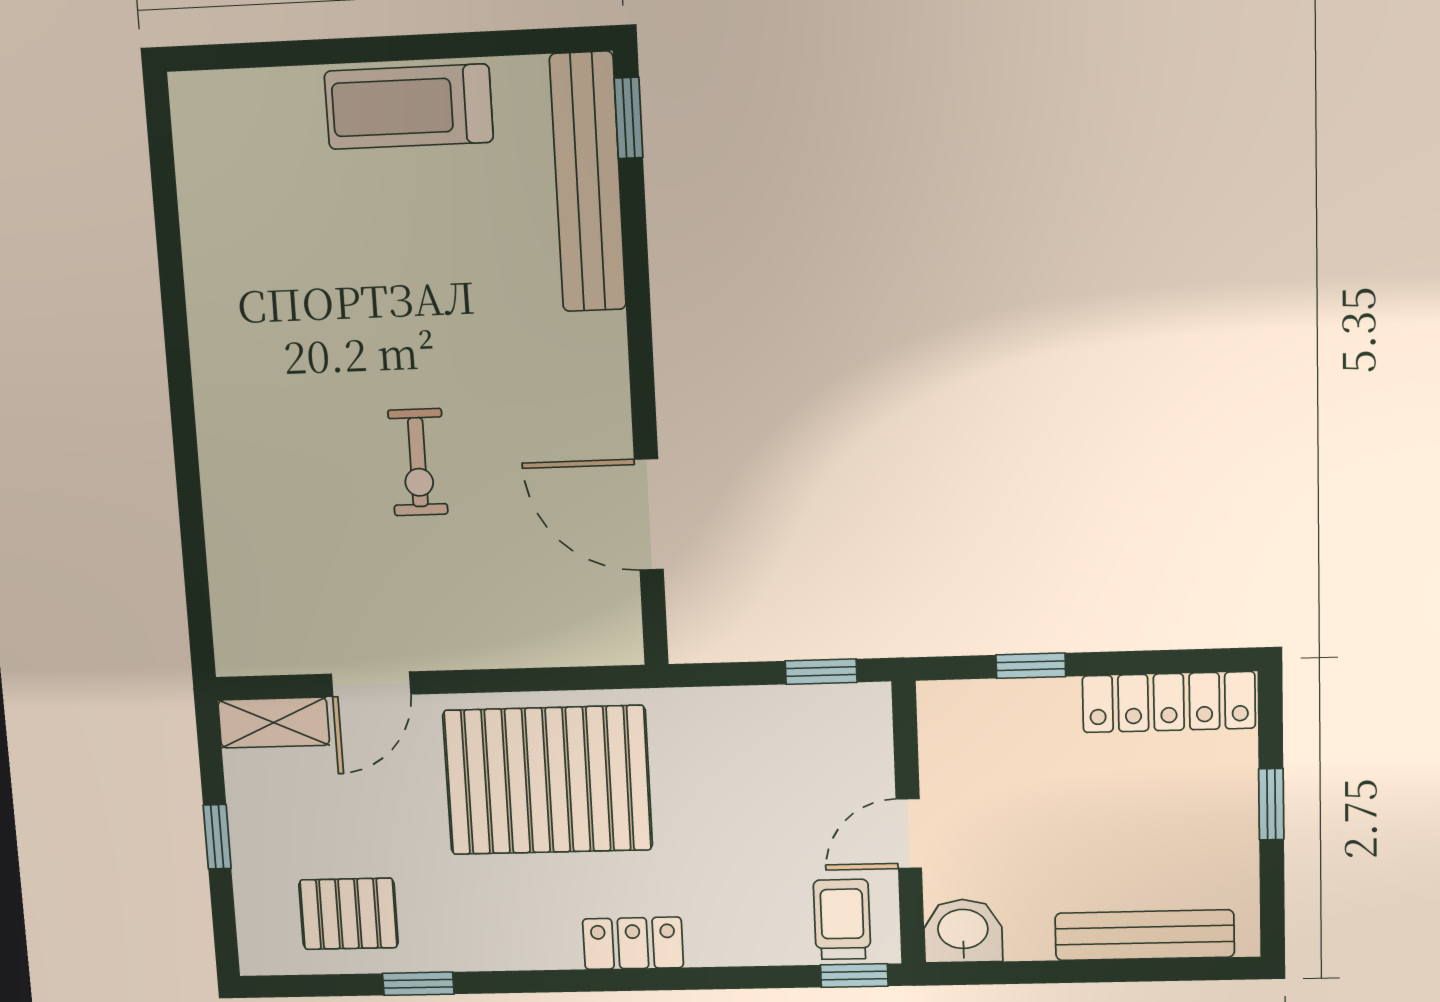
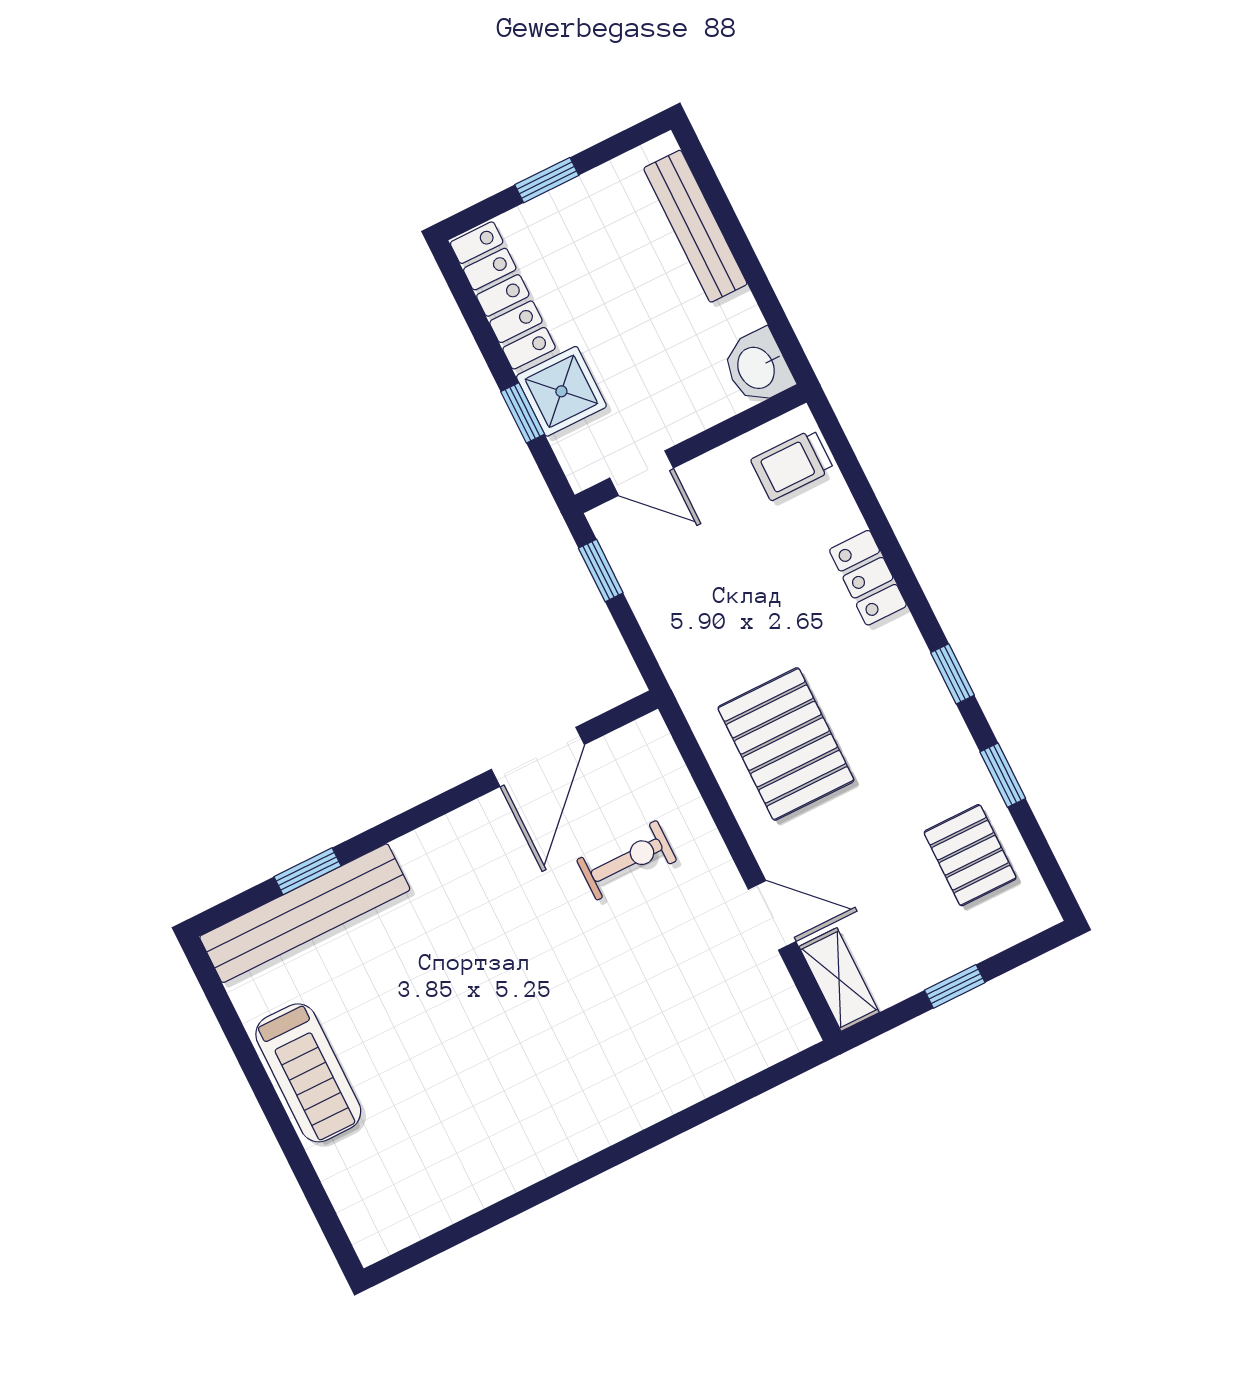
window: (629, 118) -> (308, 871), moved
exercise bike: (418, 462) -> (627, 860), moved
shower: (1035, 717) -> (561, 391), added
pallet: (548, 780) -> (786, 744), width x0.73, depth x0.71
door: (909, 834) -> (642, 473), moved
locker: (633, 943) -> (868, 578), moved
window: (854, 976) -> (953, 674), moved

